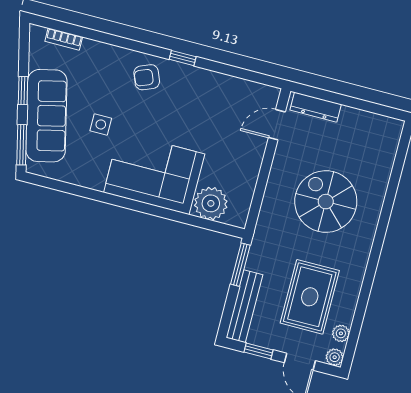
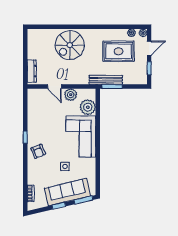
door: (277, 125) -> (54, 87), moved
plant: (246, 175) -> (71, 95), added
spiral stairs: (326, 202) -> (70, 45), moved
bench: (244, 306) -> (106, 80), moved

